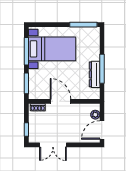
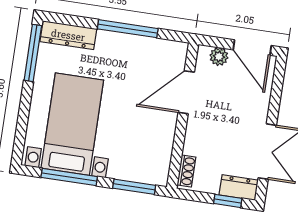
dresser: (95, 74) -> (68, 35), moved
door: (60, 101) -> (186, 92), moved
dresser: (34, 134) -> (239, 188), added

